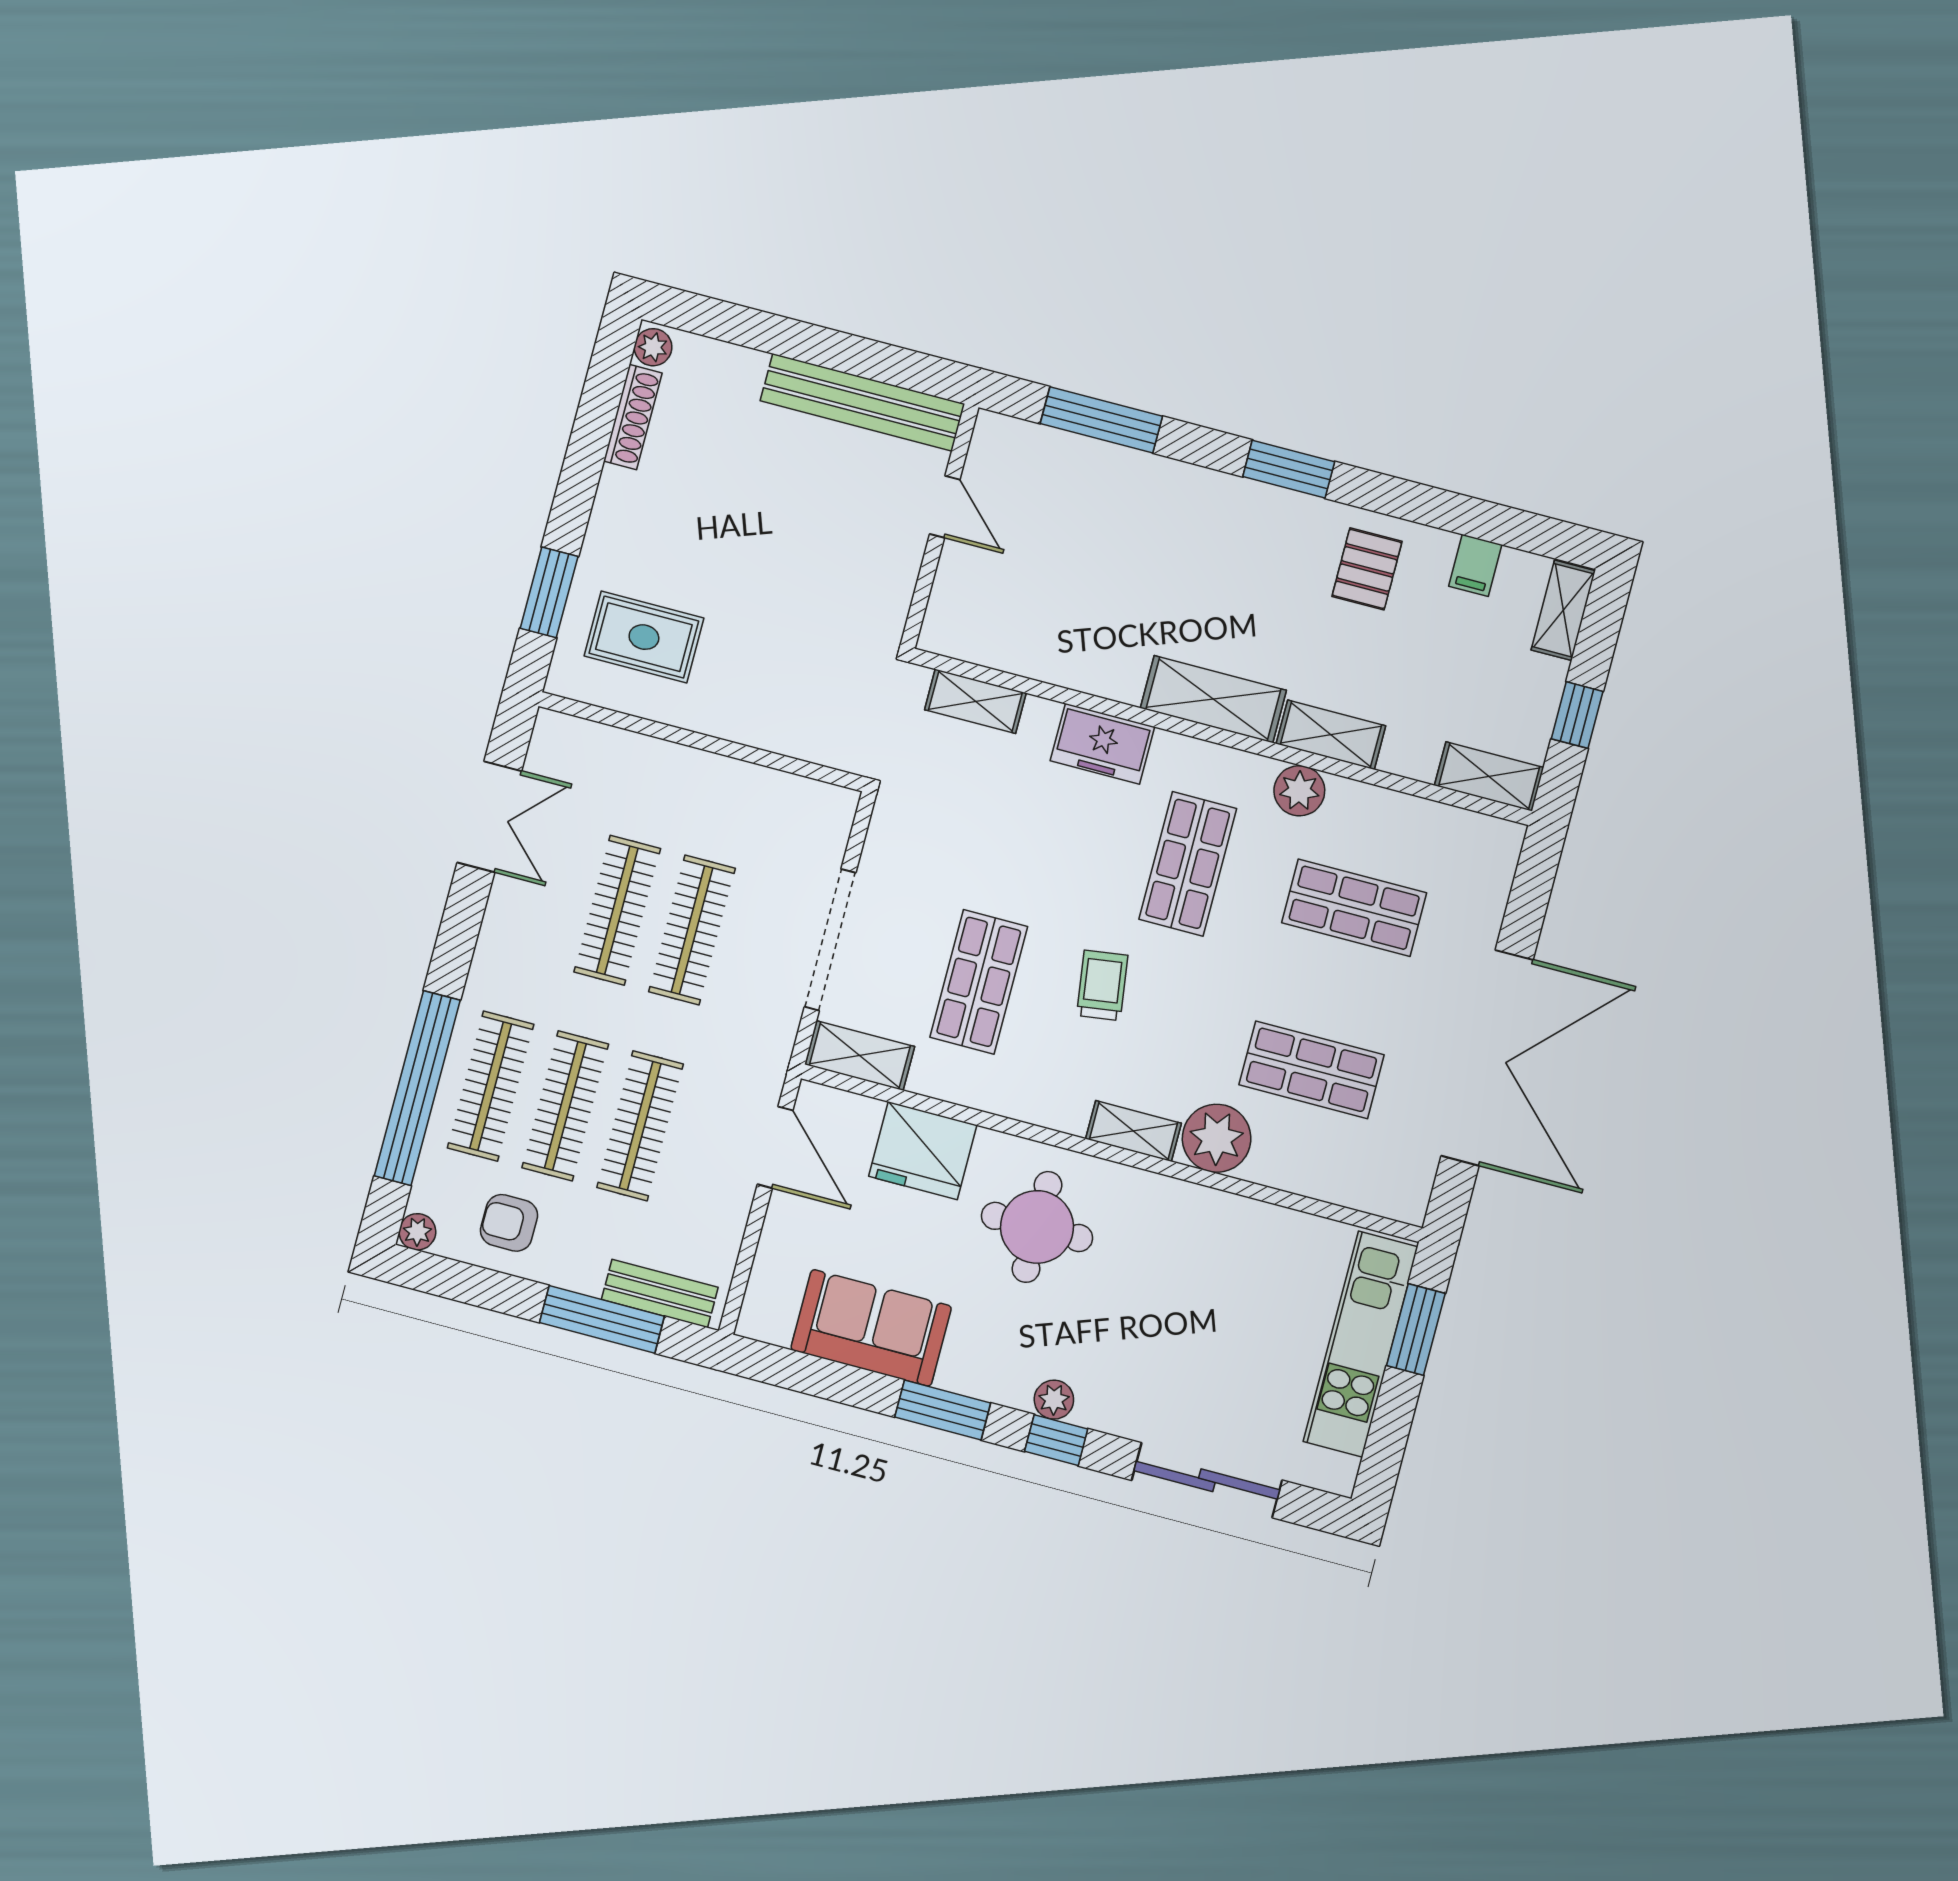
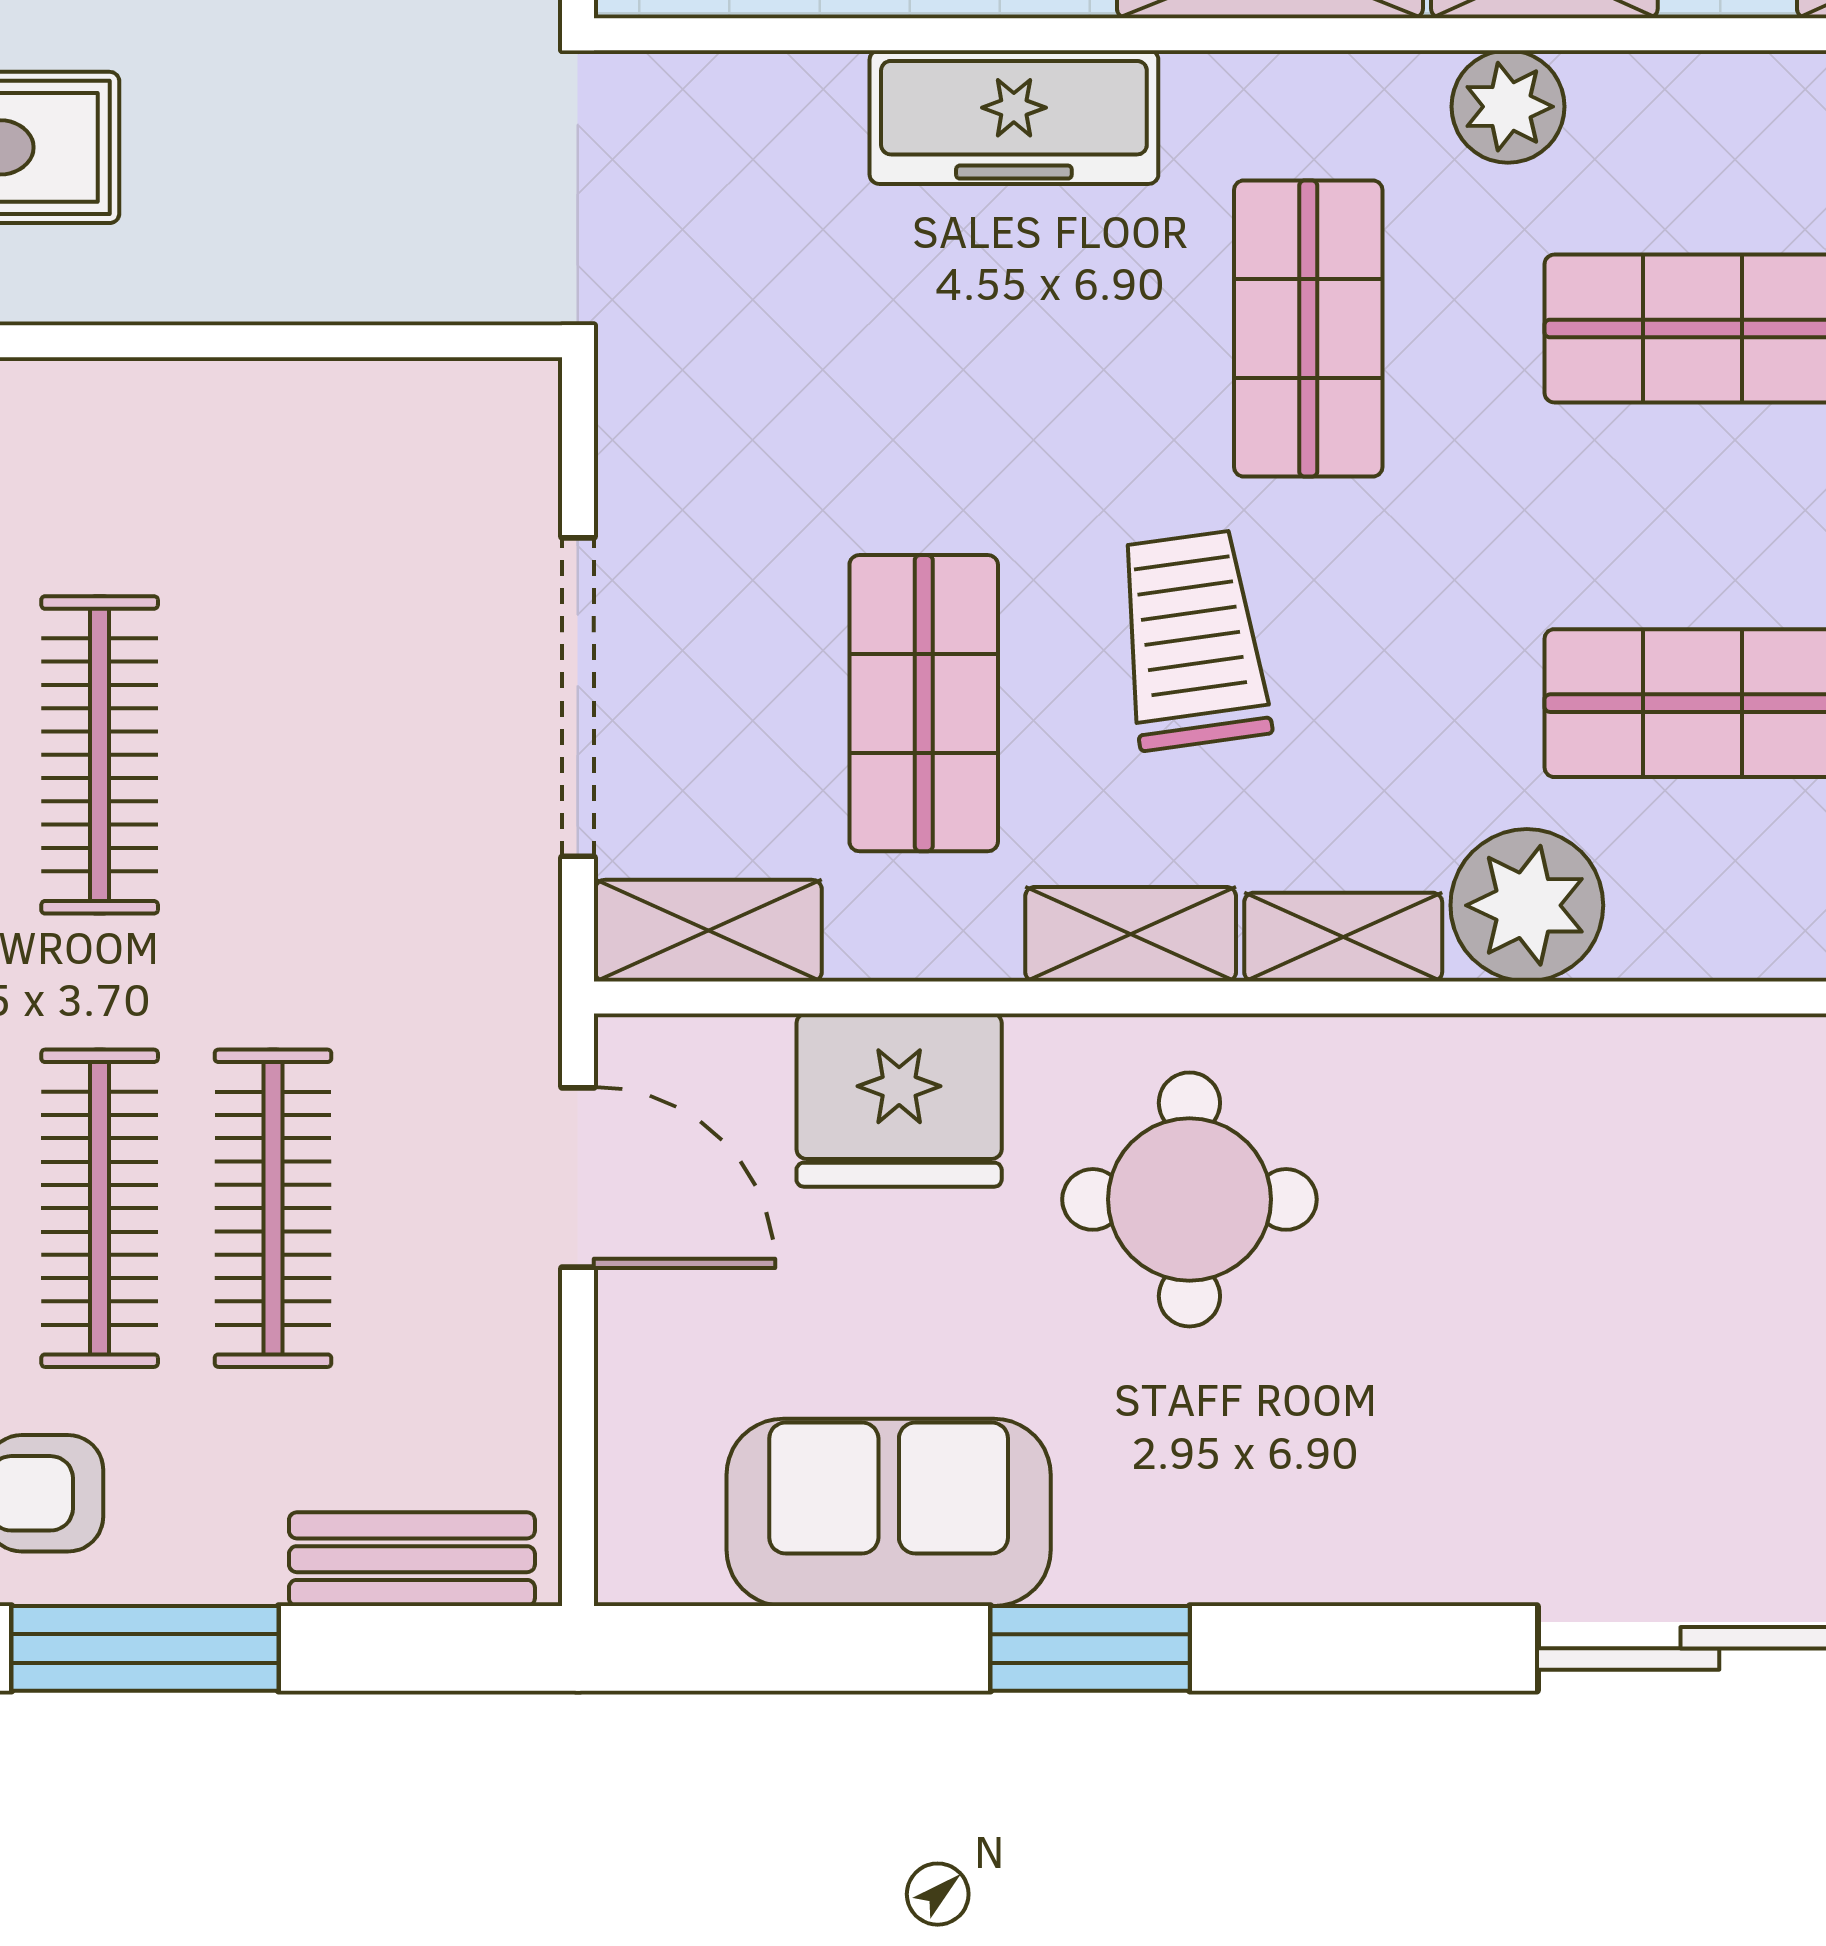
shelving: (975, 701) -> (1131, 934), moved
freezer: (1102, 744) -> (1014, 117), width x1.40
clothes rail: (692, 930) -> (273, 755), removed
trolley: (1102, 985) -> (1193, 640), width x1.36, depth x1.39
window: (602, 1319) -> (145, 1648), moved
plant: (1054, 1400) -> (1324, 1562), removed
window: (1056, 1440) -> (1352, 1648), removed

